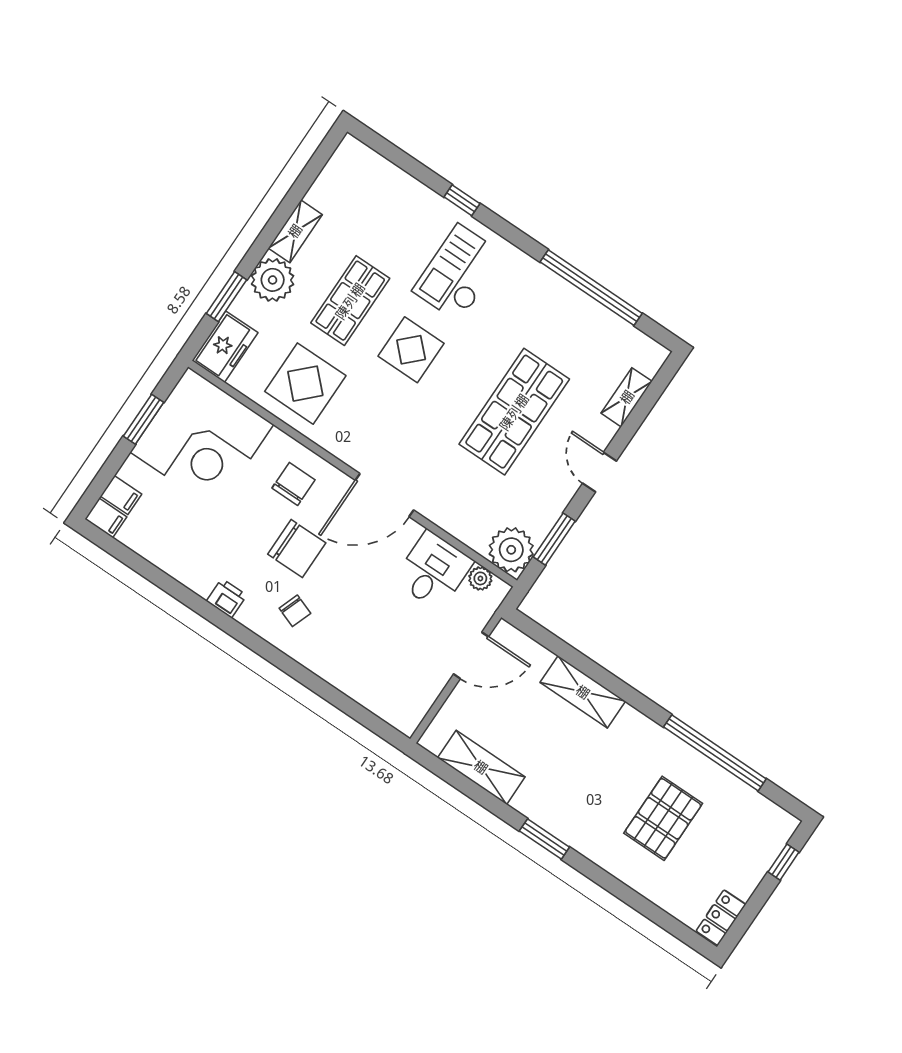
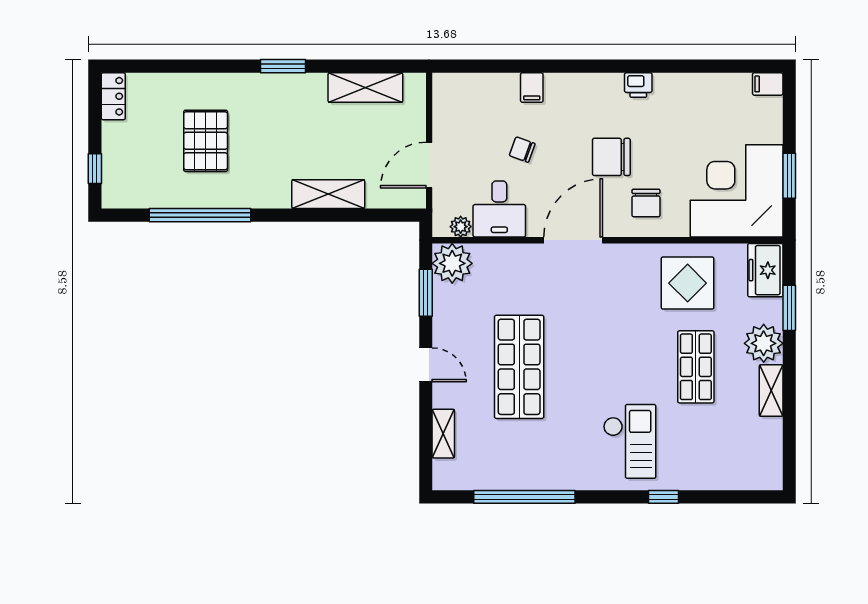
display table: (411, 350) -> (626, 361), removed
filing cabinet: (121, 495) -> (532, 88), moved, turned -90
chair: (295, 611) -> (522, 150), moved

